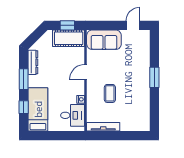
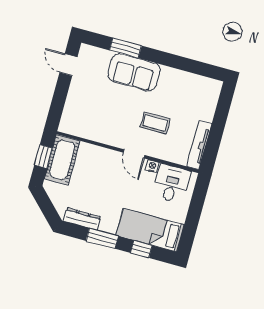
sofa: (104, 40) -> (134, 72), moved, turned 90
door: (86, 72) -> (134, 154), moved
window: (154, 77) -> (126, 48), moved

